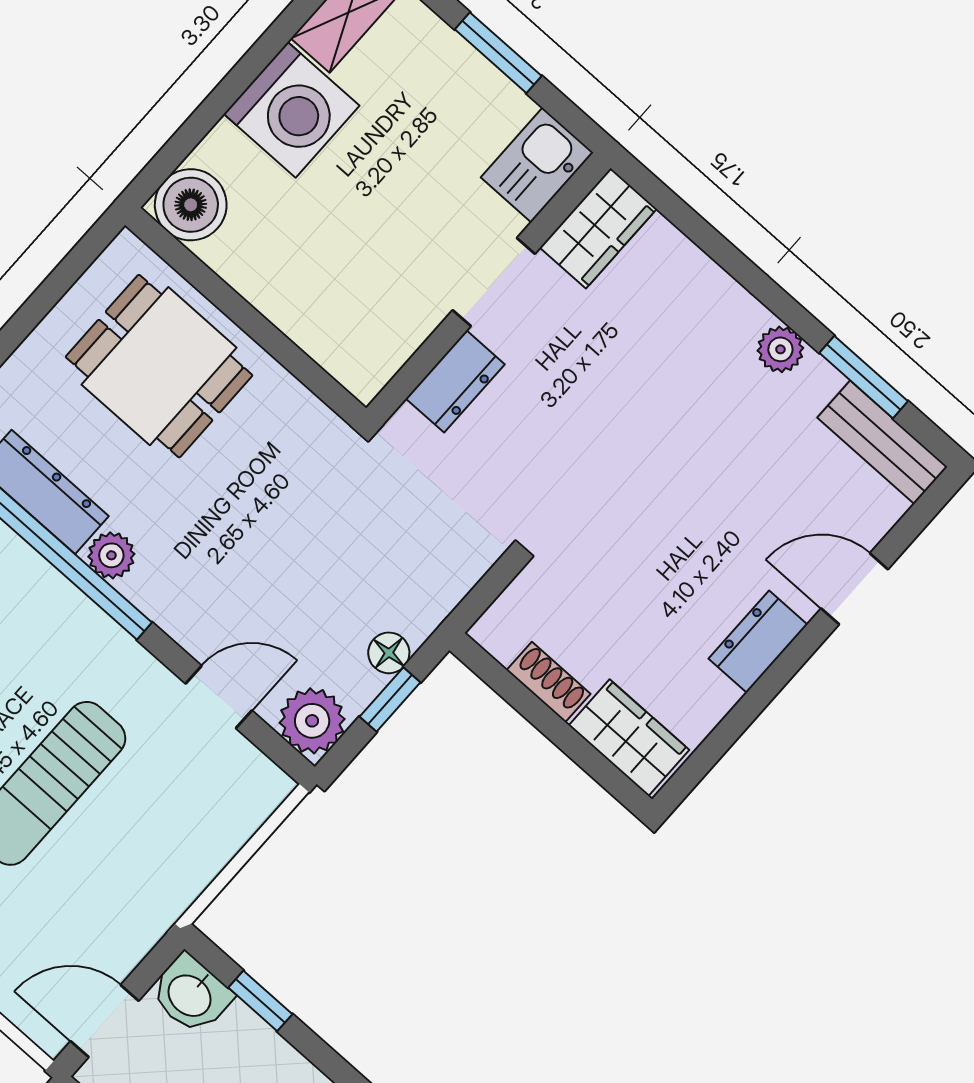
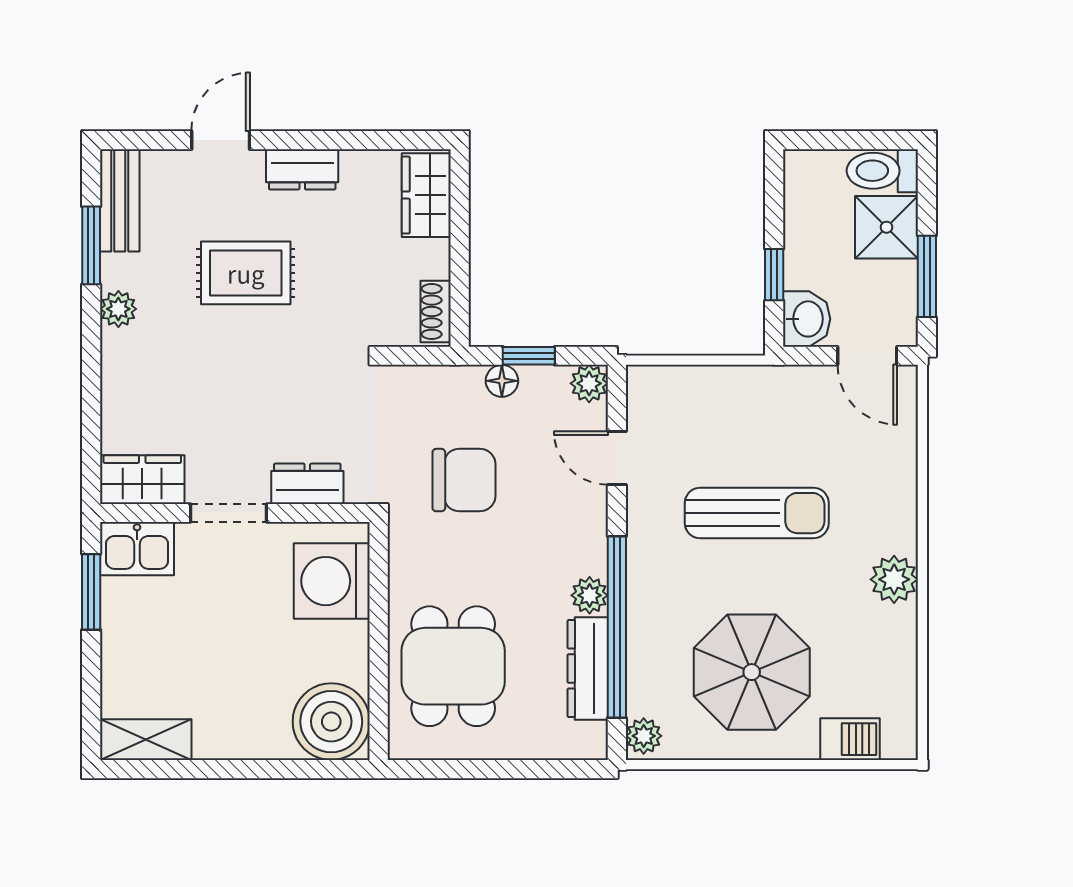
window: (498, 53) -> (91, 592), moved
washing machine: (292, 110) -> (332, 581), moved, turned -90
boiler: (191, 205) -> (331, 722), width x1.37, depth x1.37
rug: (707, 501) -> (246, 273), added
chair: (327, 533) -> (464, 480), added
door: (854, 589) -> (221, 140), swing flipped
shoe rack: (548, 682) -> (436, 312), moved
plant: (312, 721) -> (589, 383), width x0.73, depth x0.73

